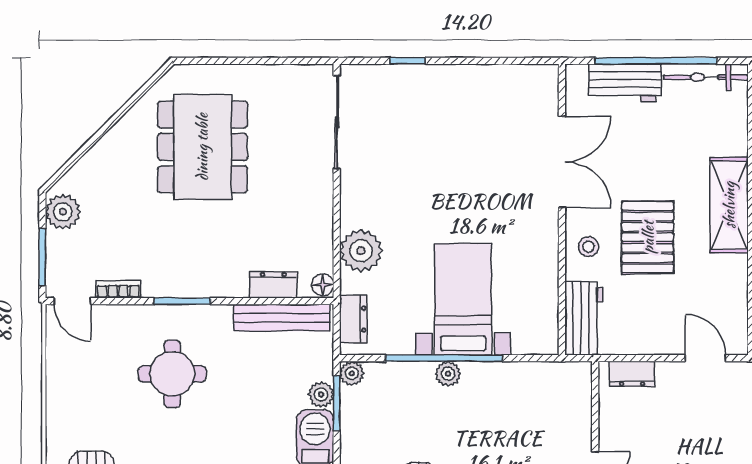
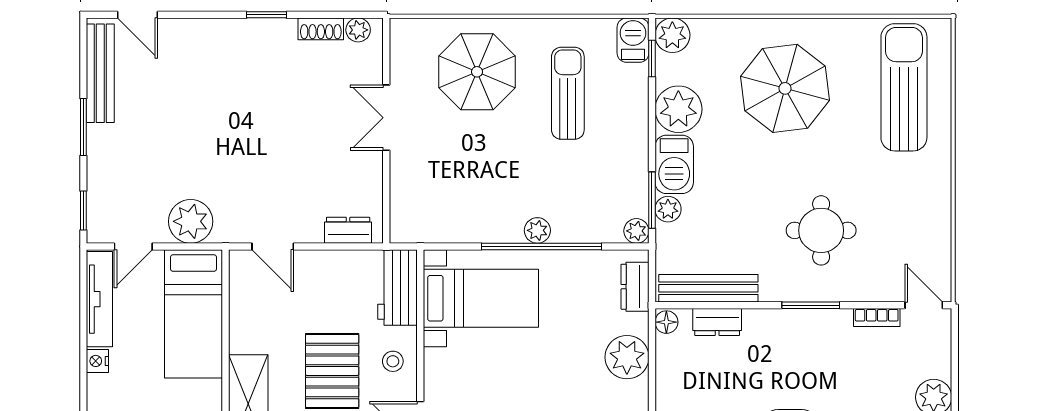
window: (42, 257) -> (955, 350), removed
bed with nightstands: (463, 299) -> (481, 298), moved, turned -90

